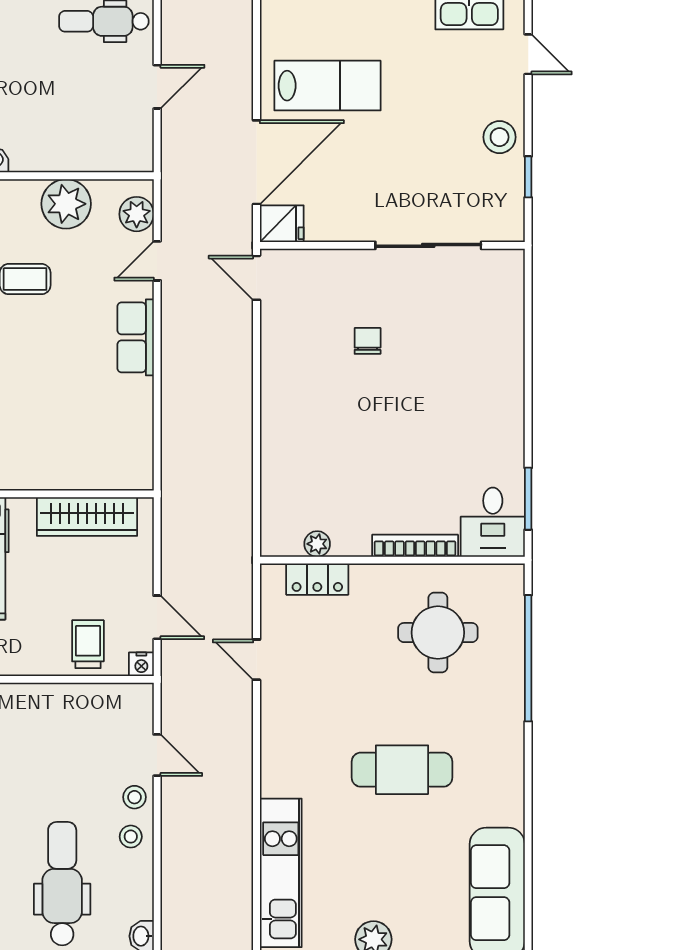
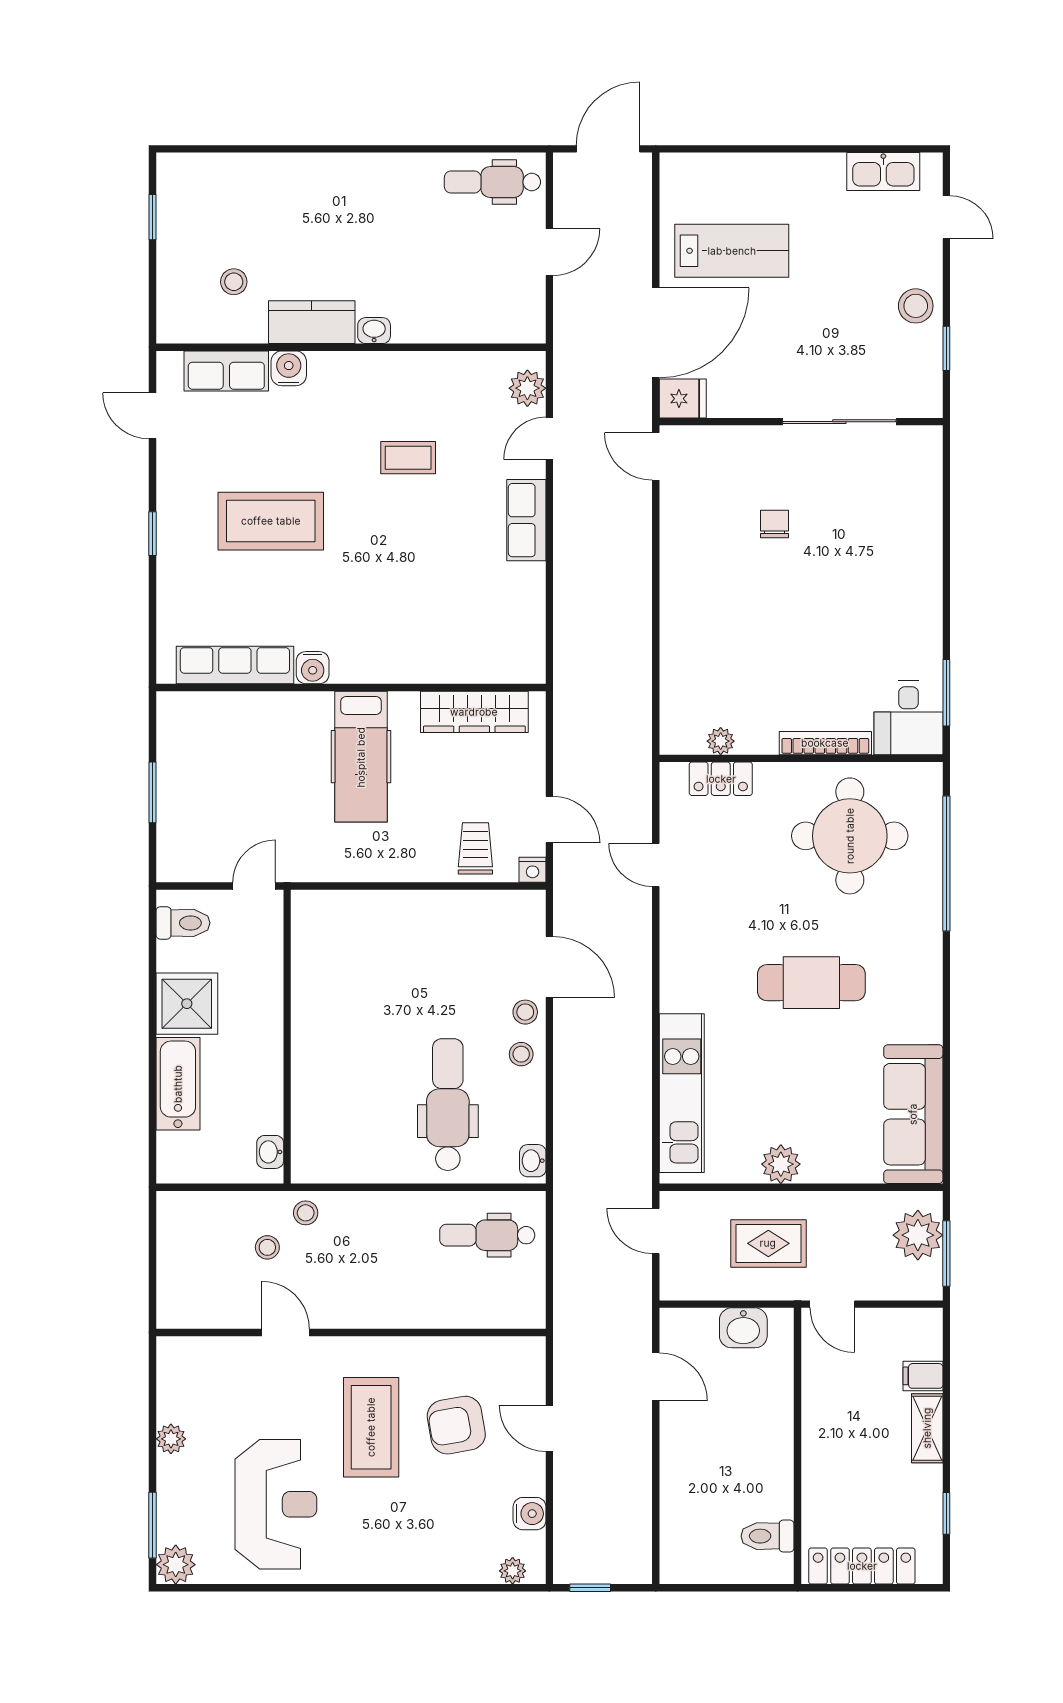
plant: (66, 204) -> (452, 377), removed
round table: (438, 633) -> (850, 836), width x1.36, depth x1.36
door: (157, 755) -> (549, 967), width x1.38

